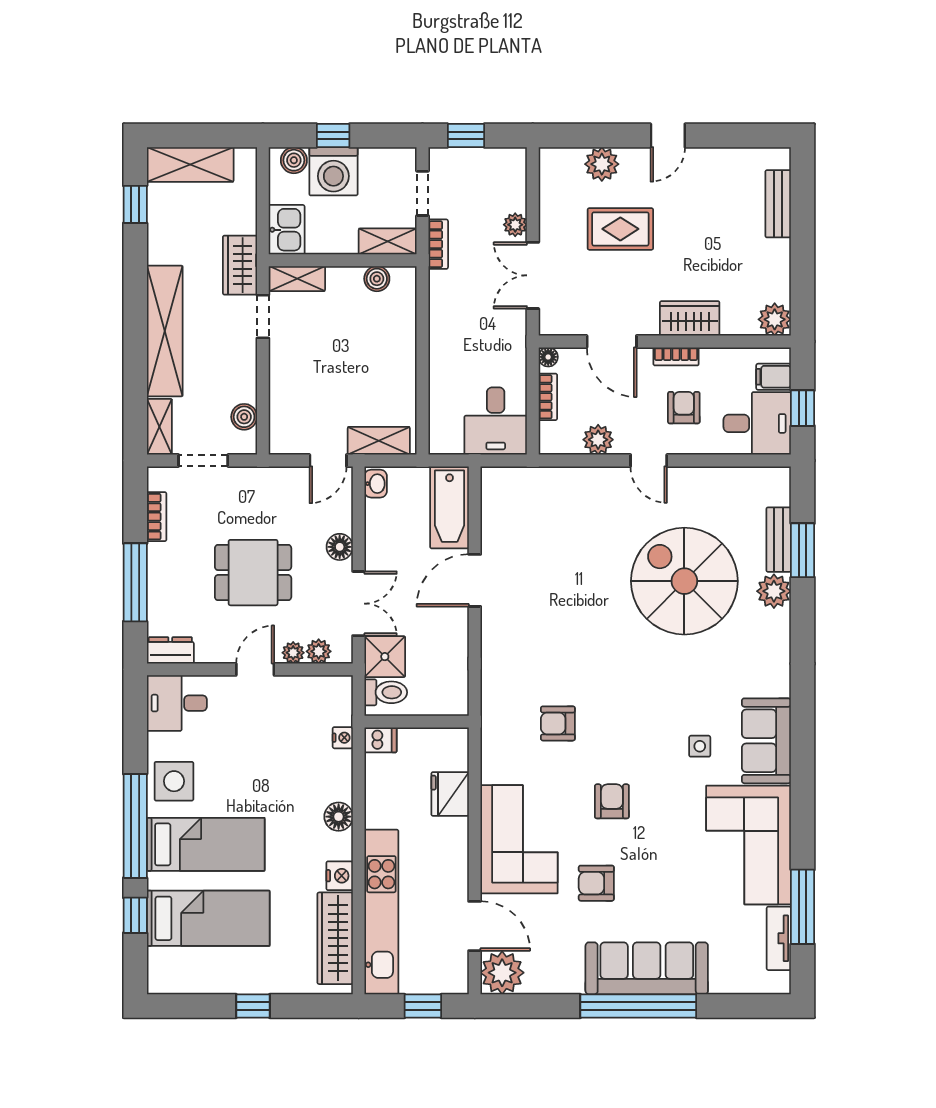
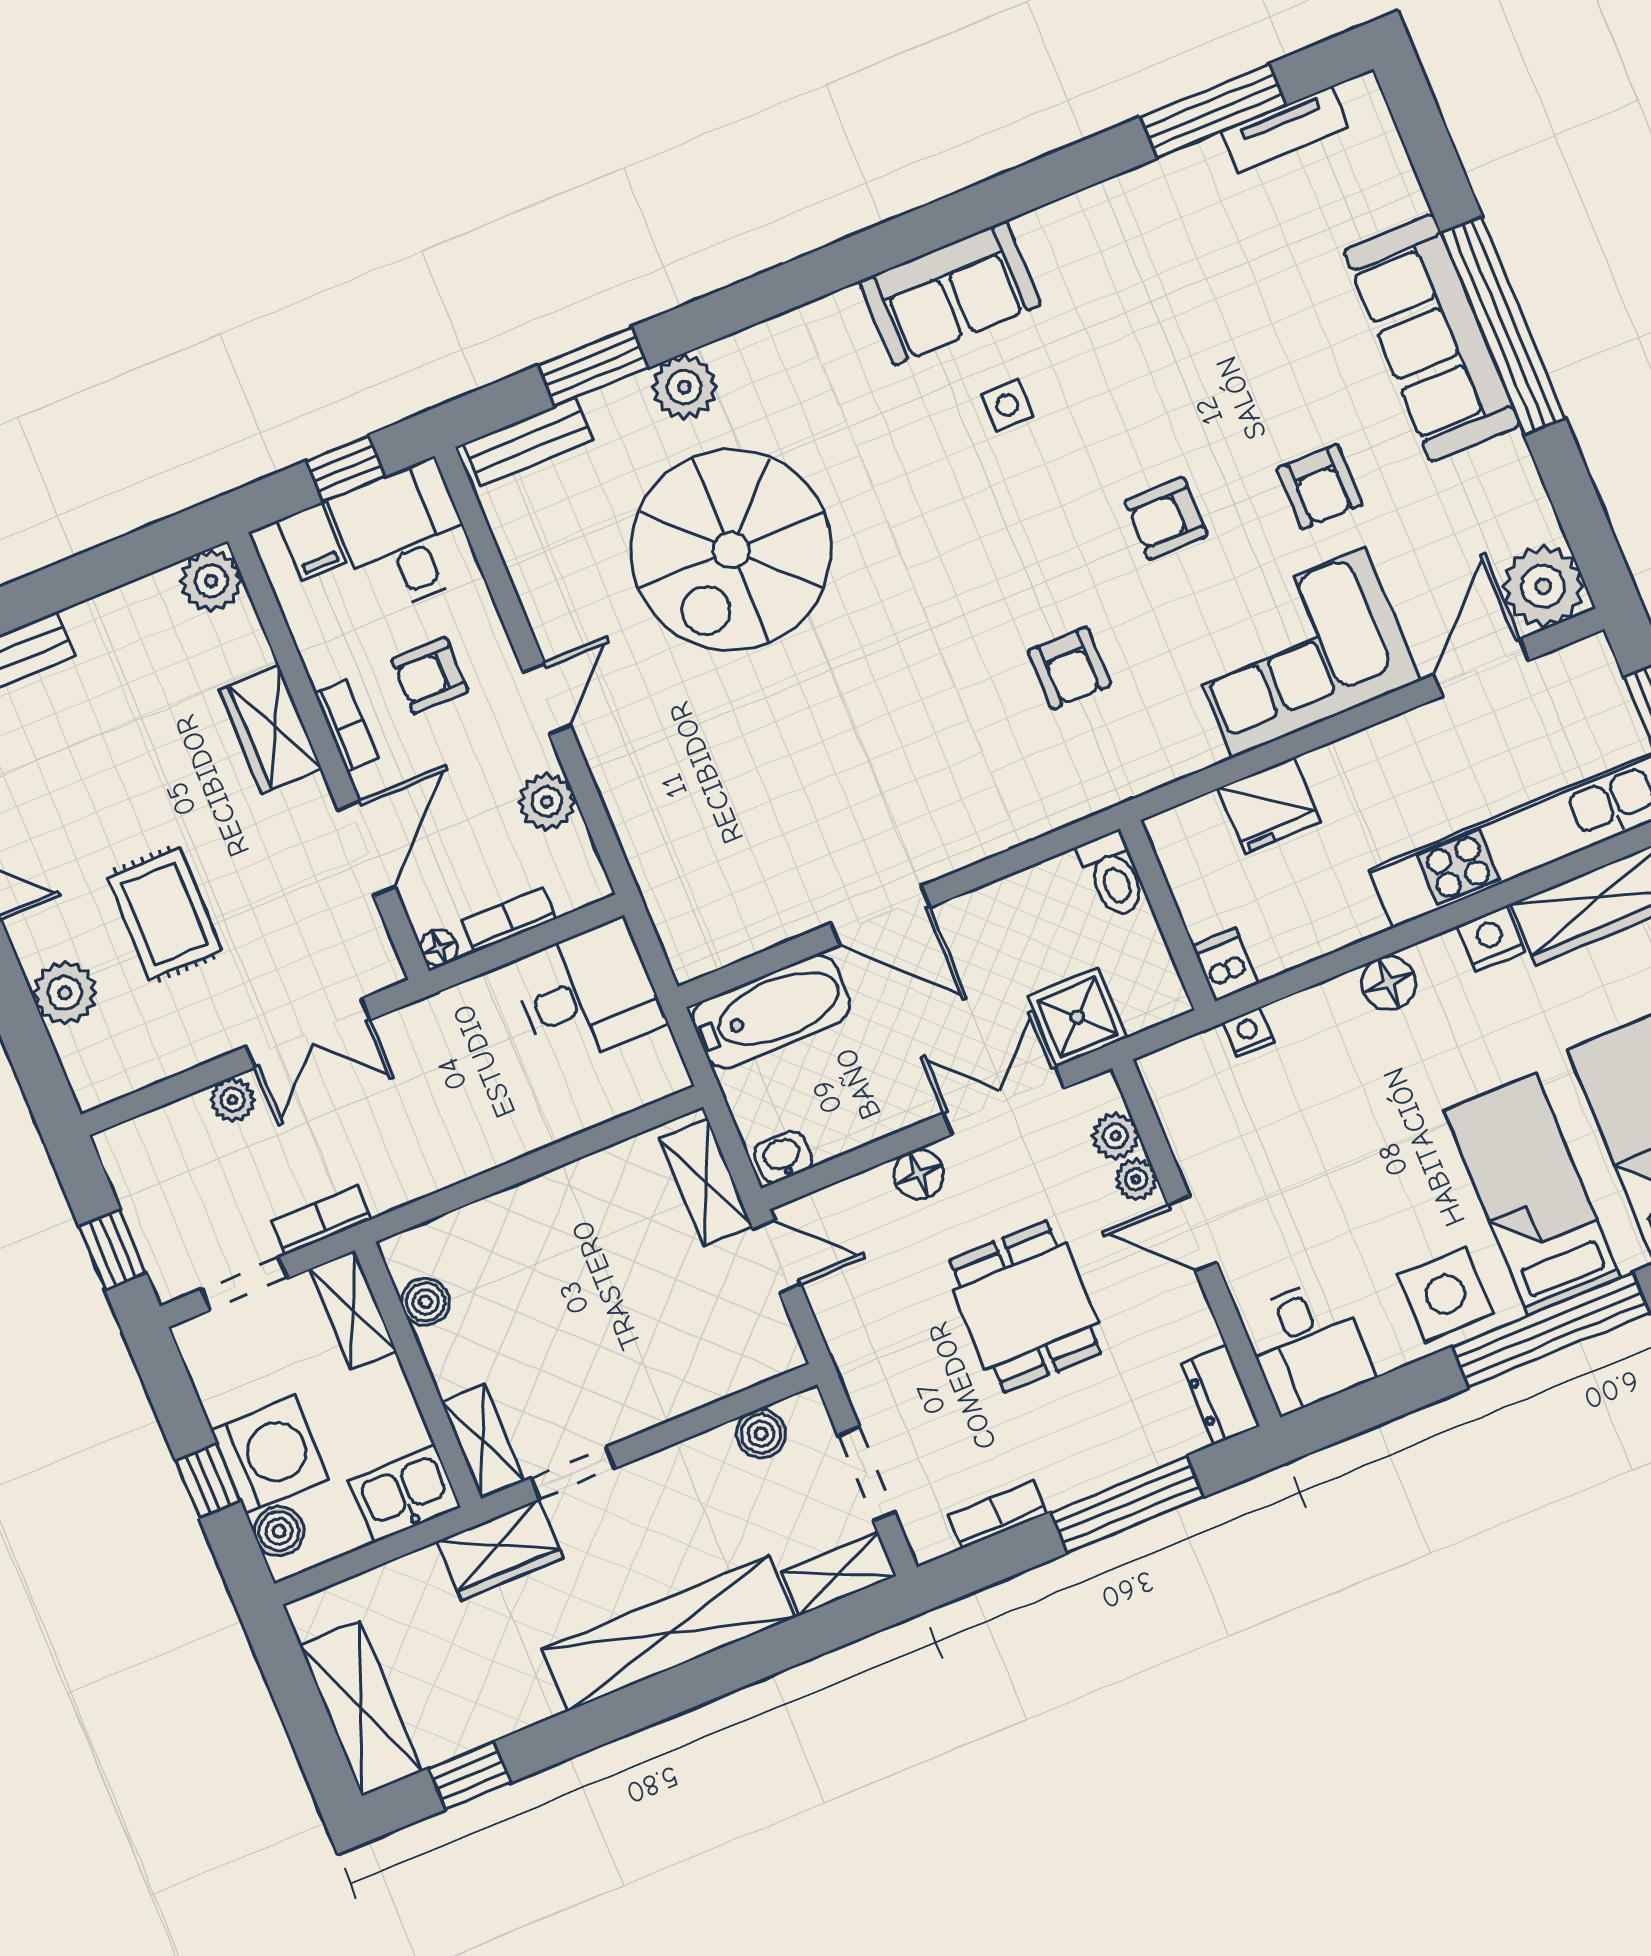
bench: (779, 540) -> (528, 442), moved
toilet: (386, 692) -> (1113, 875), moved, turned 180
corner sofa: (749, 845) -> (1144, 249), removed

